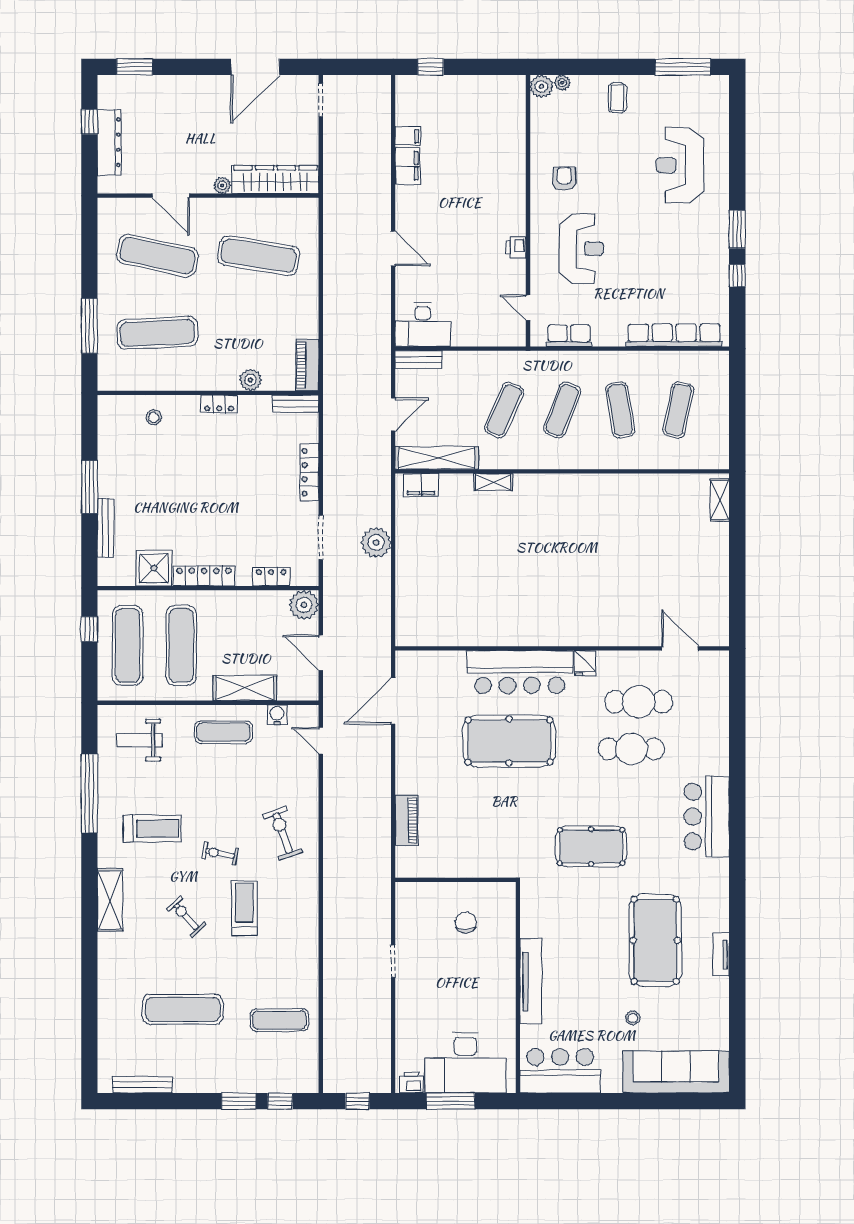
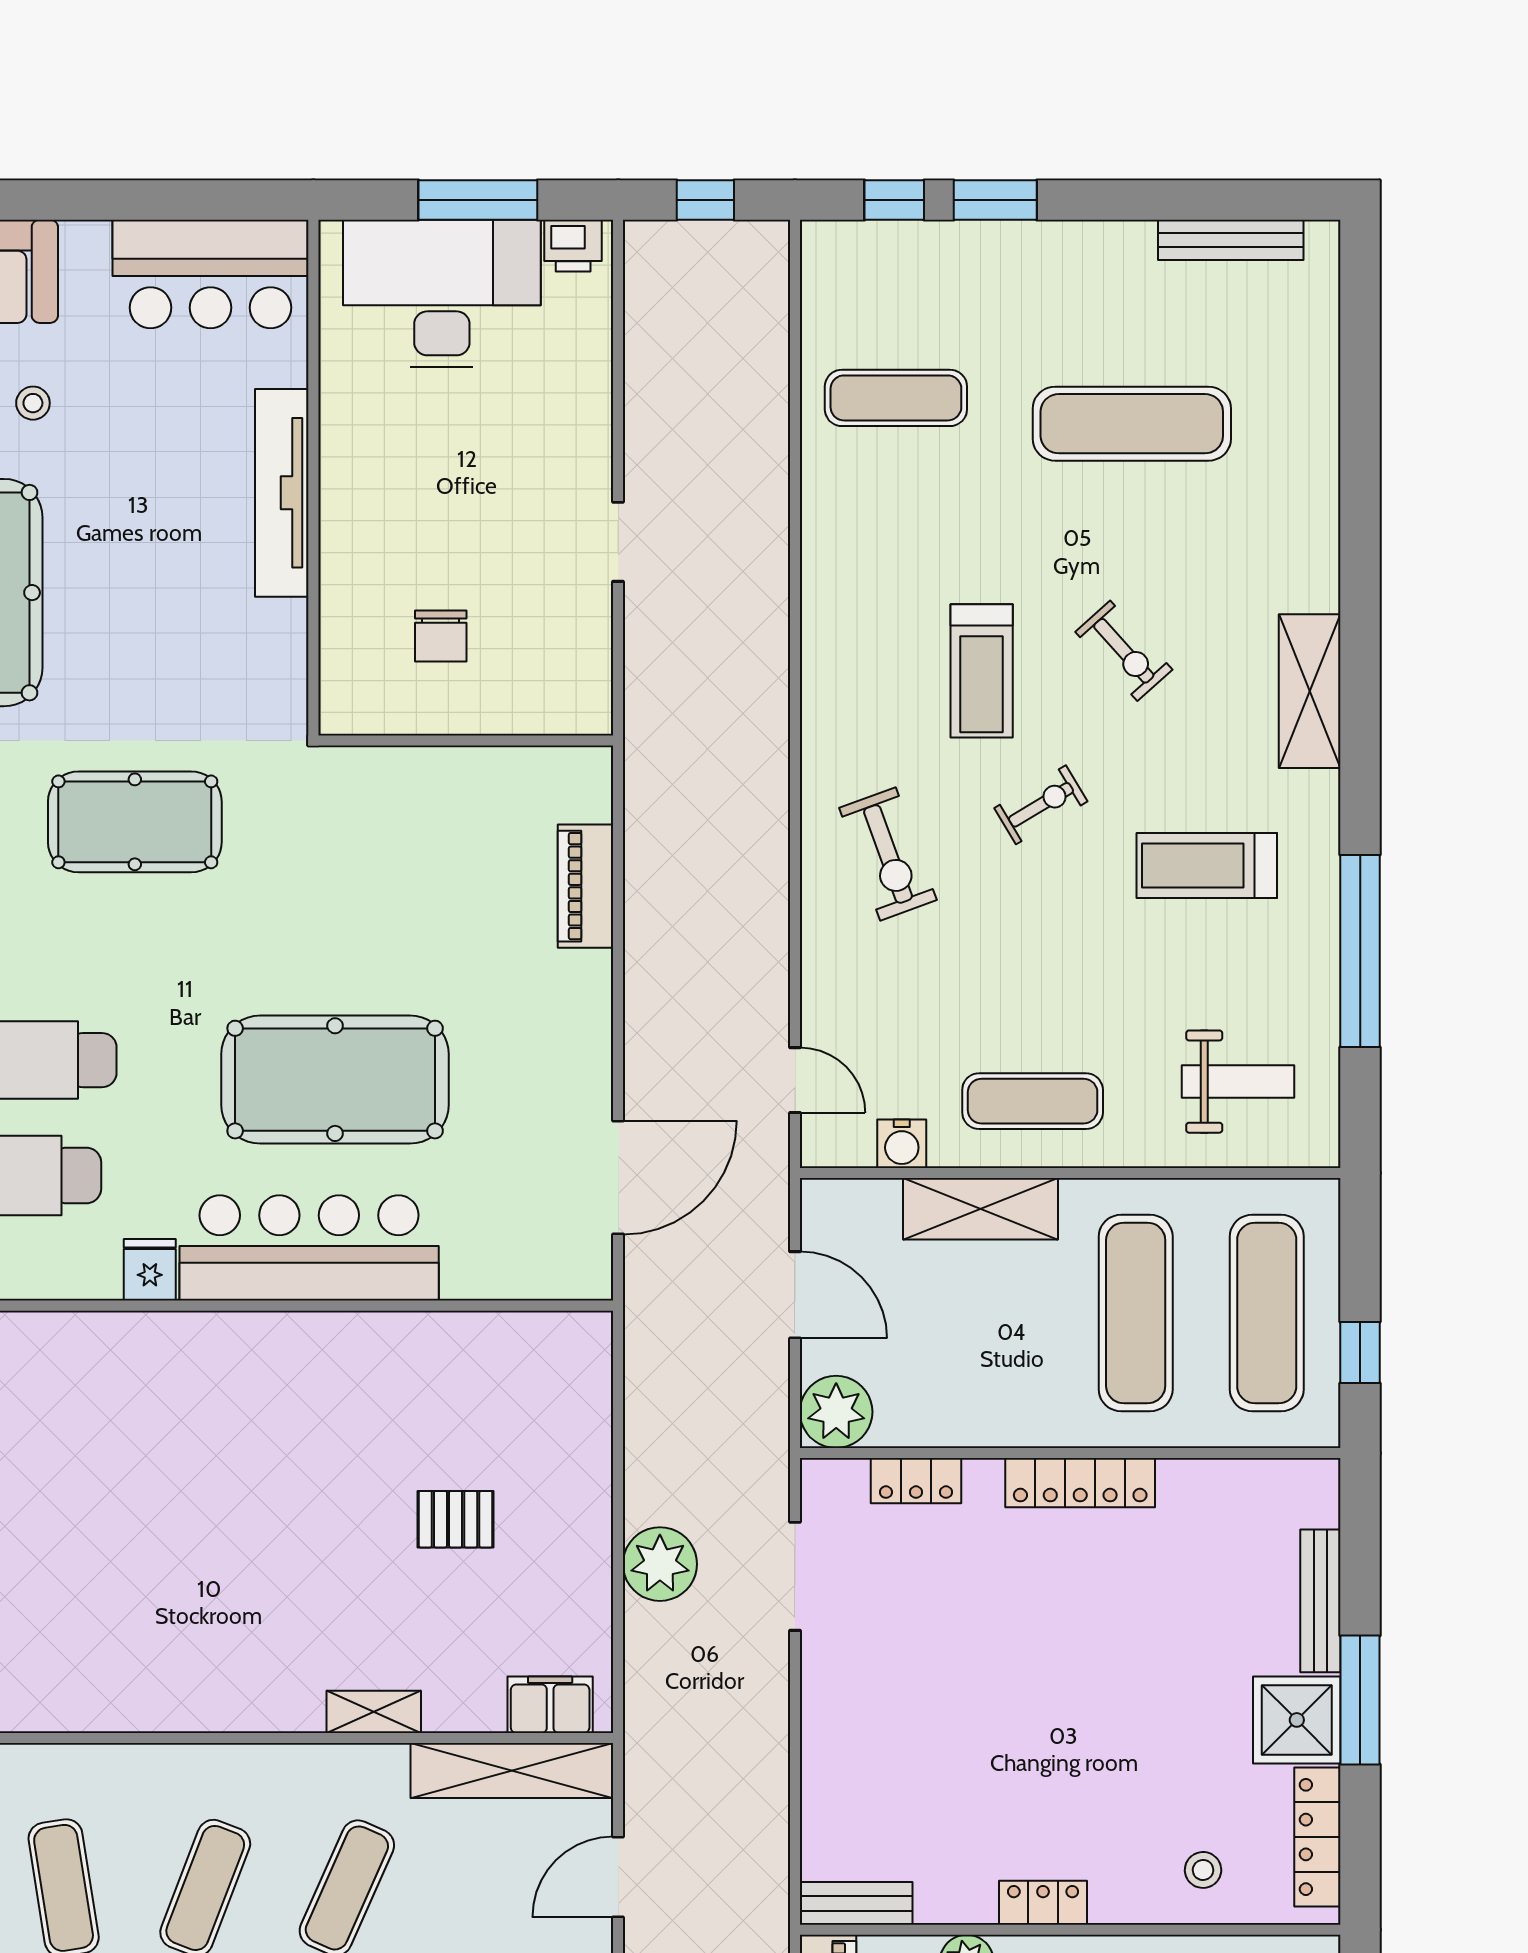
locker: (309, 472) -> (1317, 1837), moved, turned 180
pallet: (460, 561) -> (456, 1519), added
shower: (154, 568) -> (1297, 1720), moved
exercise bike: (220, 853) -> (1041, 805), turned -42

